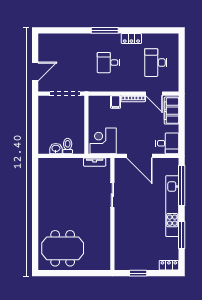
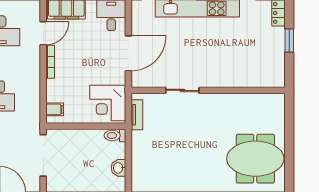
filing cabinet: (116, 102) -> (55, 109), moved
toilet: (68, 146) -> (115, 135), moved
meeting table: (63, 248) -> (255, 159), turned 90
window: (138, 273) -> (289, 40), moved

